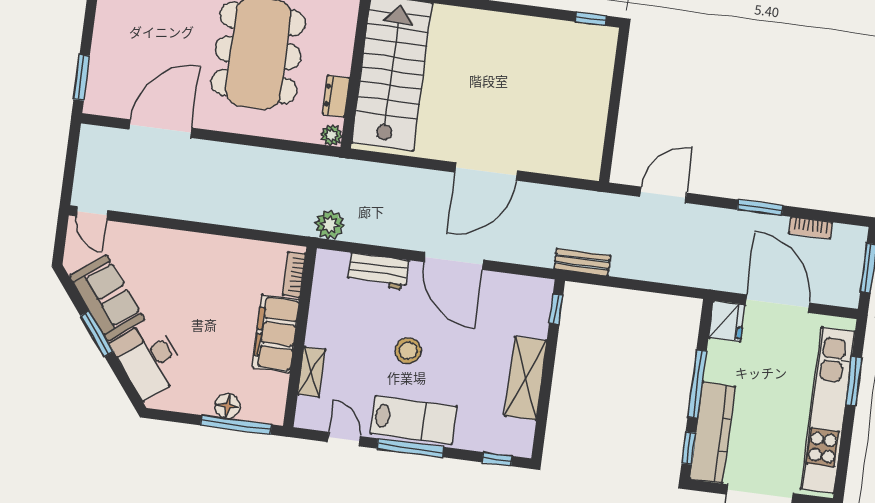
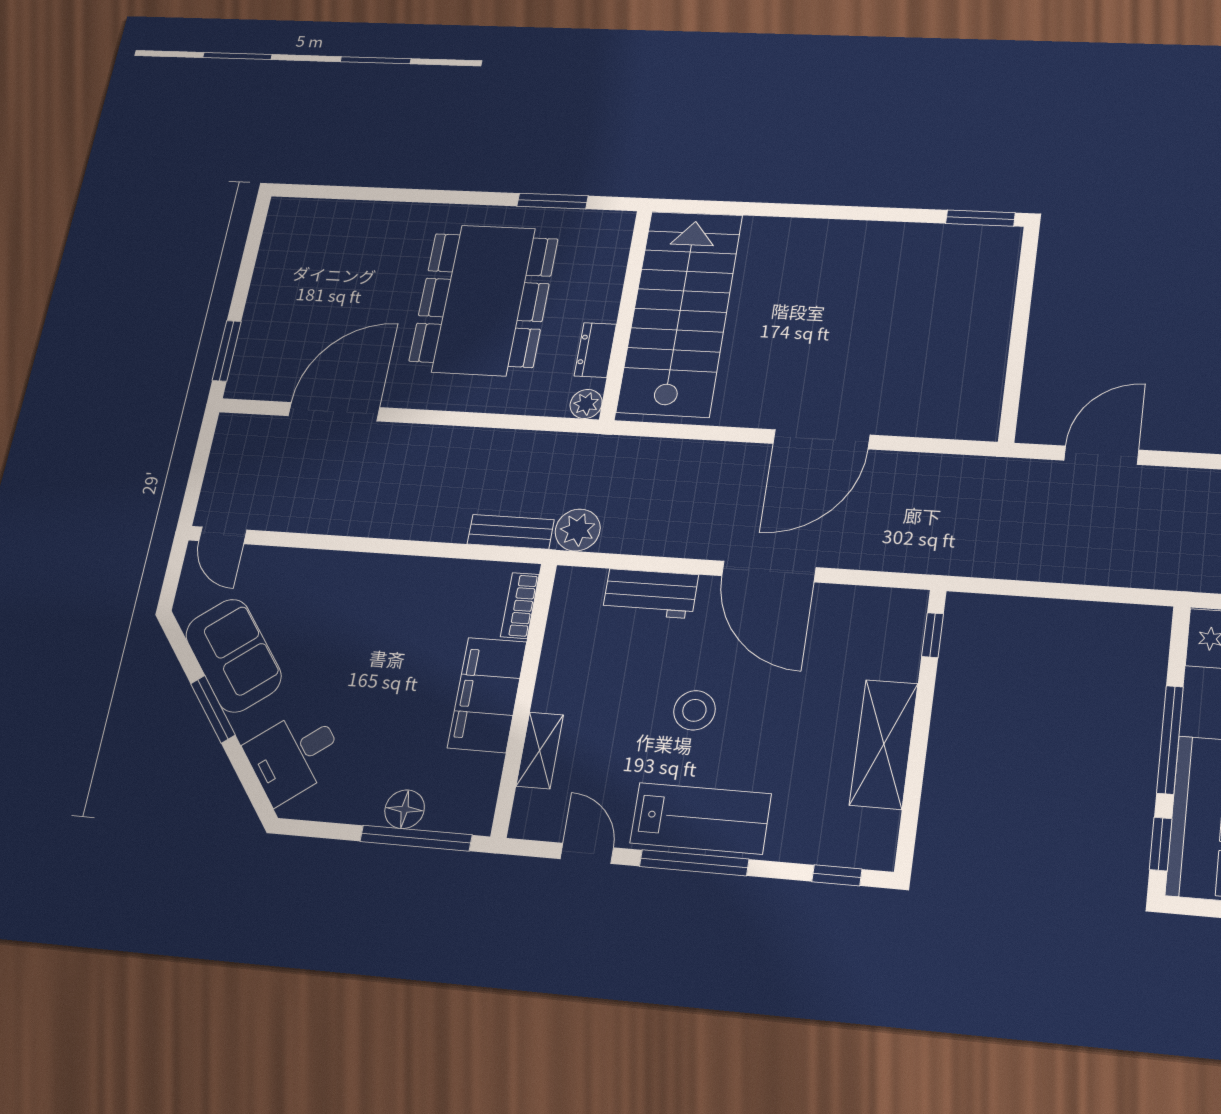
window: (591, 19) -> (980, 218), width x1.50
bench: (582, 262) -> (511, 532), moved
desk: (149, 359) -> (294, 755), width x0.73

